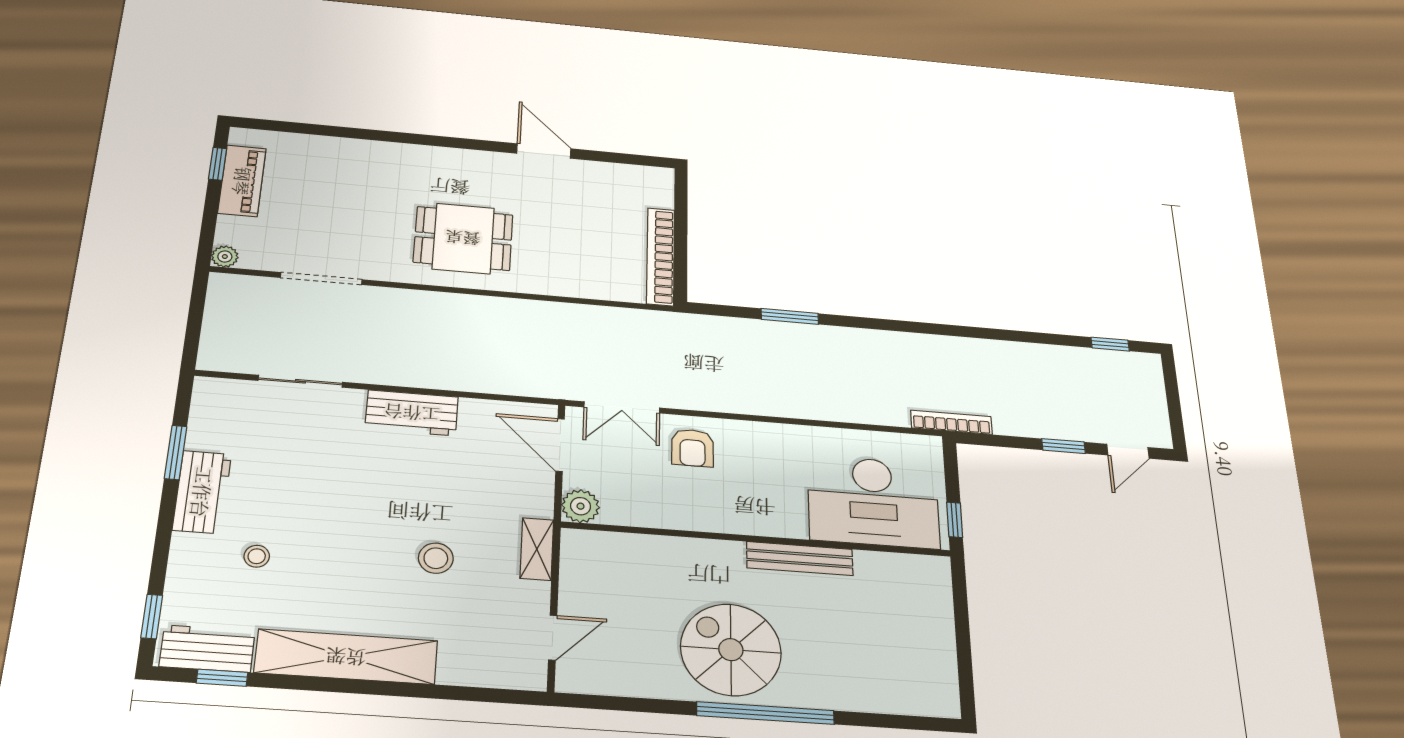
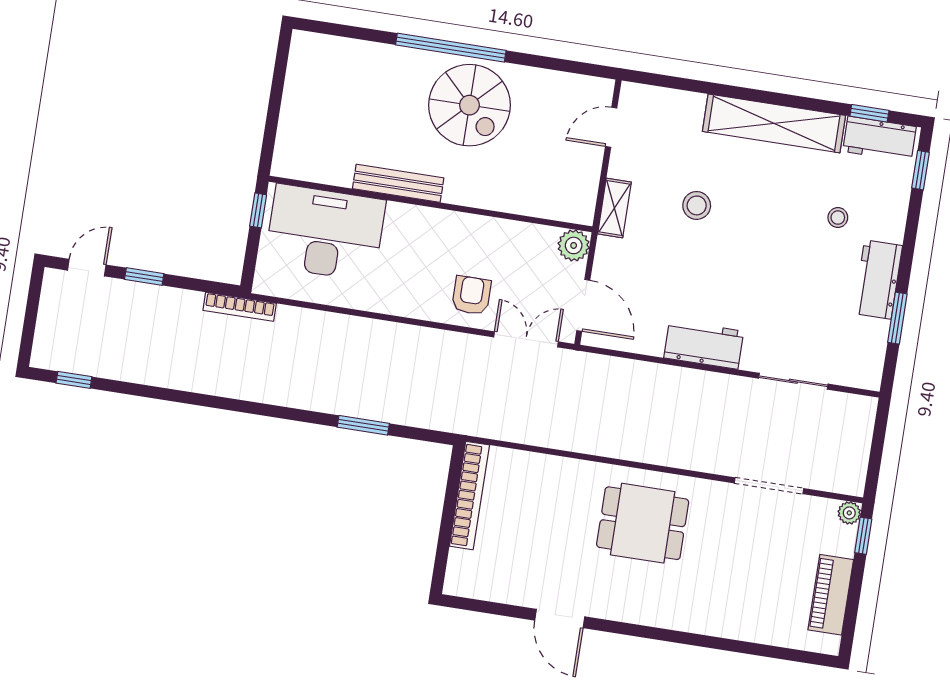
window: (218, 164) -> (863, 536), moved

